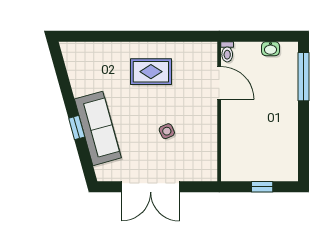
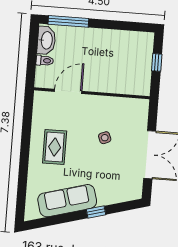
washbasin: (271, 49) -> (46, 40), width x1.91, depth x1.45
toilet: (227, 52) -> (45, 61), moved
sofa: (98, 128) -> (67, 201), moved

